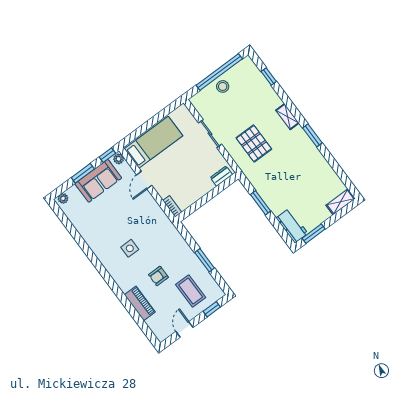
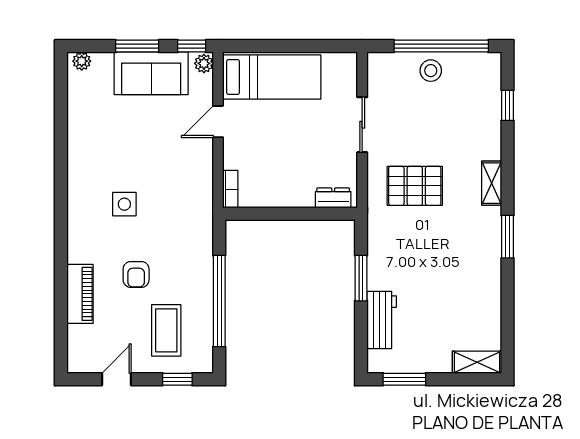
pallet: (254, 143) -> (415, 186), turned 90
workbench: (292, 226) -> (382, 320), moved
window: (205, 260) -> (219, 301), width x2.11
armchair: (158, 276) -> (136, 274), turned -90

